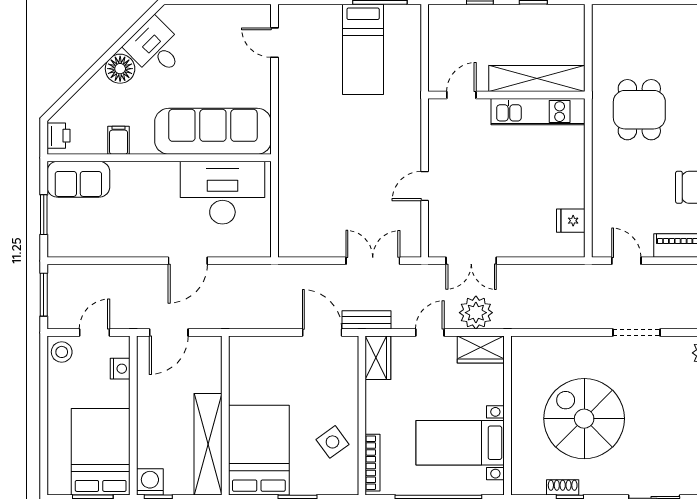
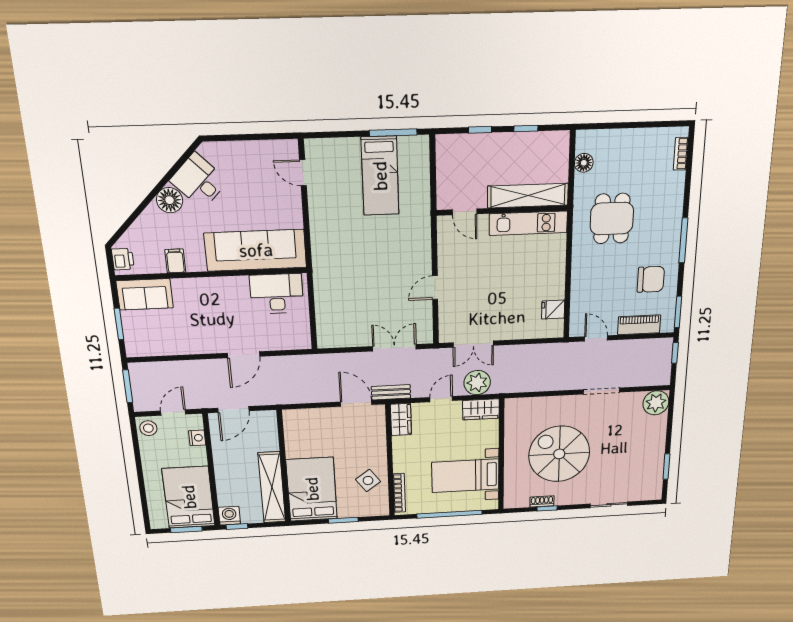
floor lamp: (603, 42) -> (584, 163), added
door: (461, 95) -> (465, 212), swing flipped
desk: (222, 193) -> (277, 294), width x0.73, depth x0.77

